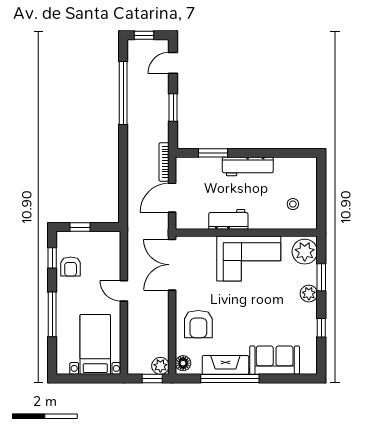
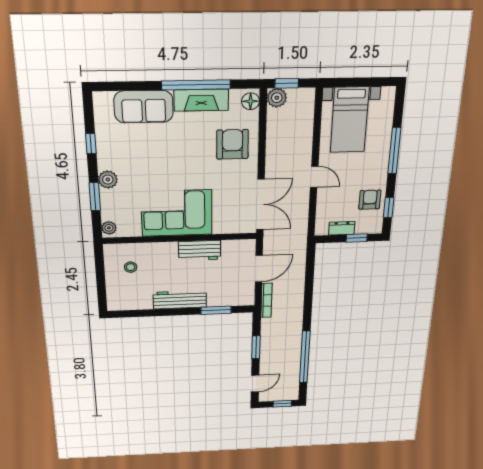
dresser: (95, 238) -> (342, 228), added
plant: (305, 252) -> (109, 228), width x0.53, depth x0.53

